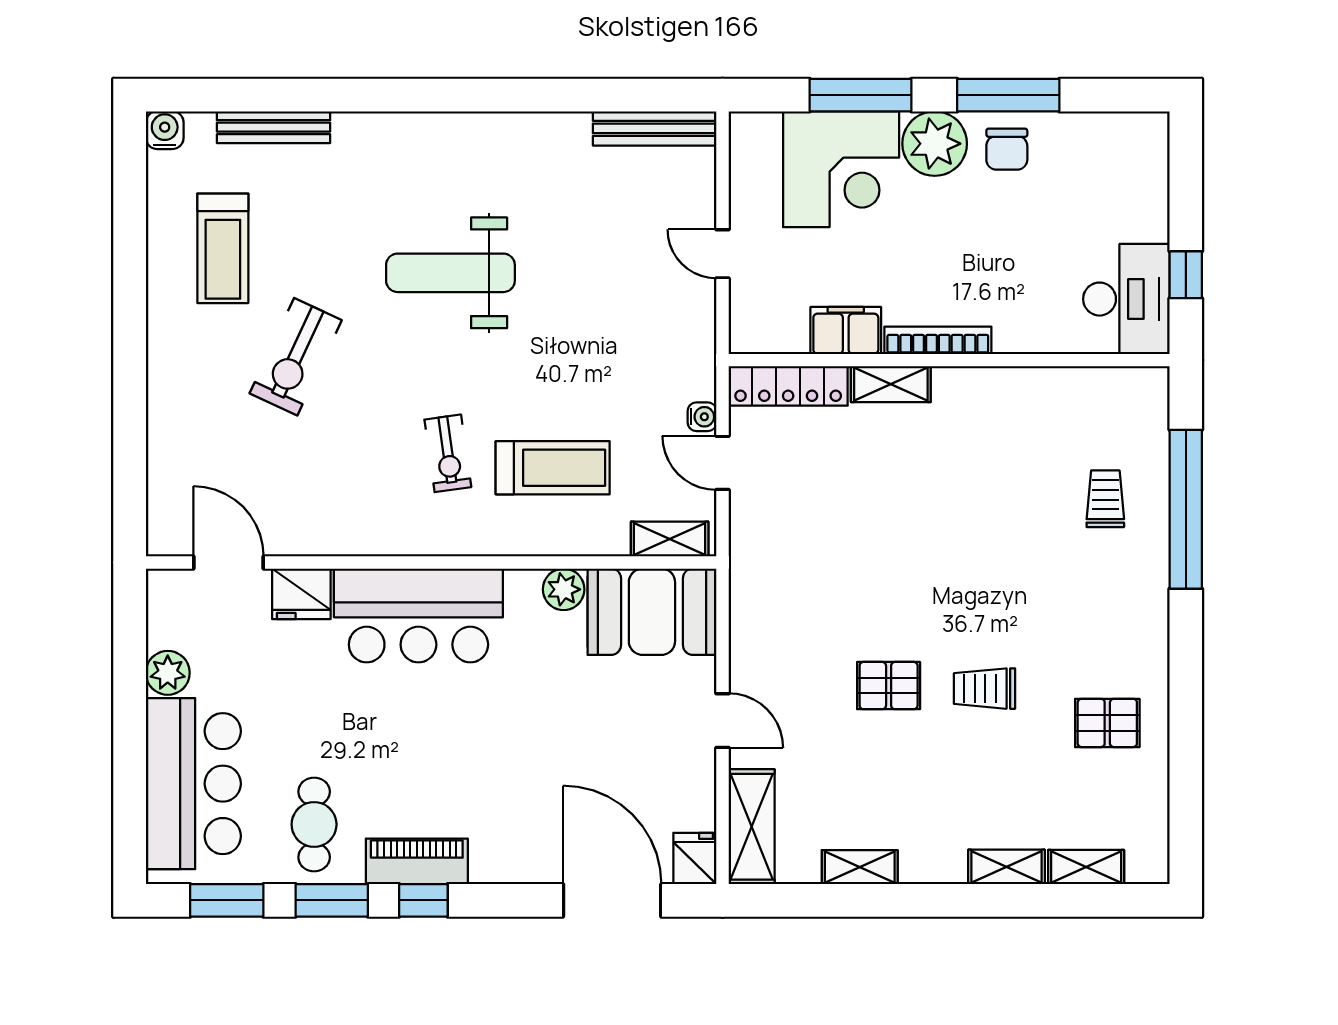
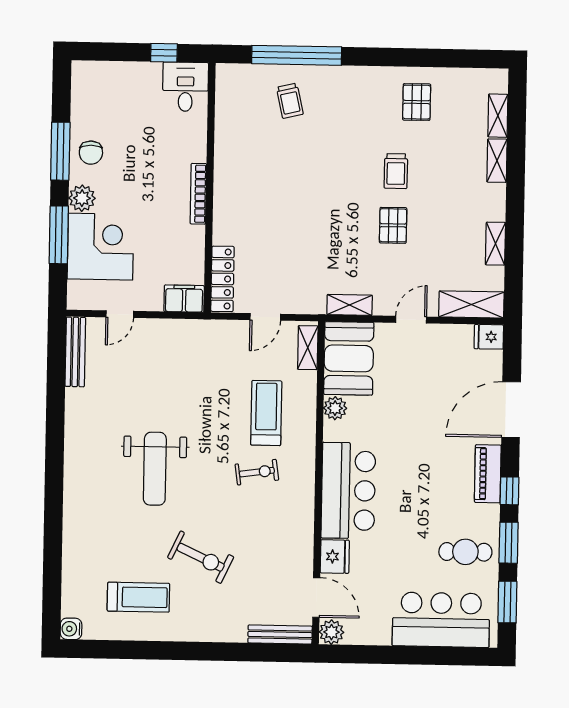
bench: (273, 127) -> (280, 635), moved, turned 90
plant: (935, 144) -> (82, 198), width x0.73, depth x0.73
chair: (1007, 149) -> (91, 153), turned 90
door: (722, 254) -> (120, 314), moved
desk: (1126, 299) -> (185, 87), width x0.73
filing cabinet: (846, 331) -> (184, 299), moved, turned 90
shelving: (891, 384) -> (350, 305), moved, turned 90
water cooler: (702, 417) -> (239, 328), removed
trolley: (1105, 499) -> (290, 101), turned -103
door: (228, 562) -> (316, 597), swing flipped
plant: (168, 673) -> (331, 632), moved
piano: (417, 861) -> (488, 474), moved
door: (612, 900) -> (511, 410), moved

